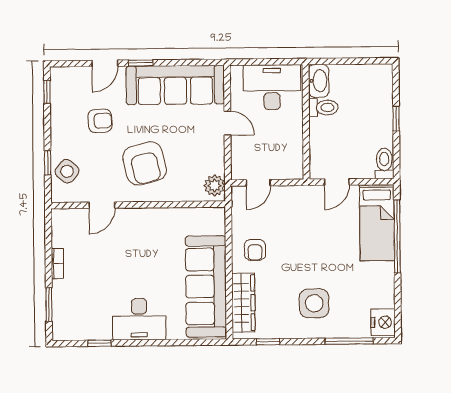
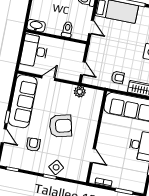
toilet: (323, 108) -> (67, 29), moved
door: (102, 205) -> (93, 156), moved
wall: (138, 205) -> (97, 137), moved

